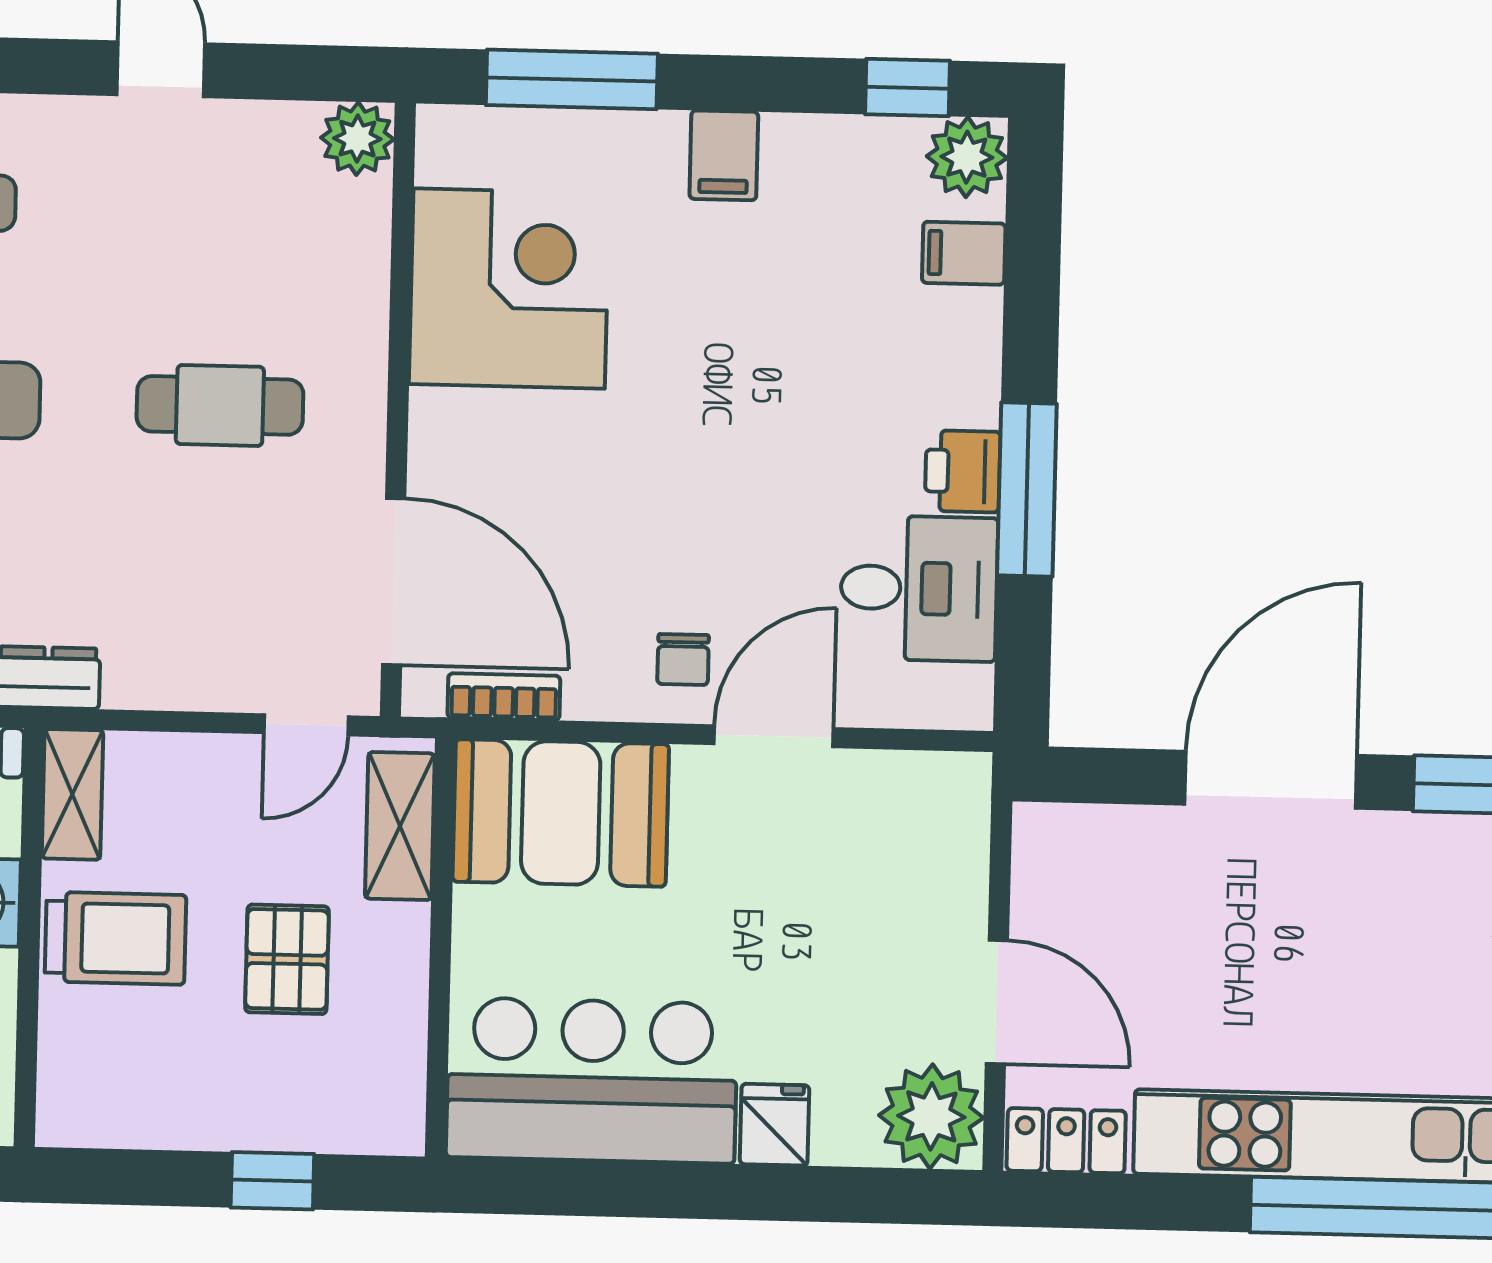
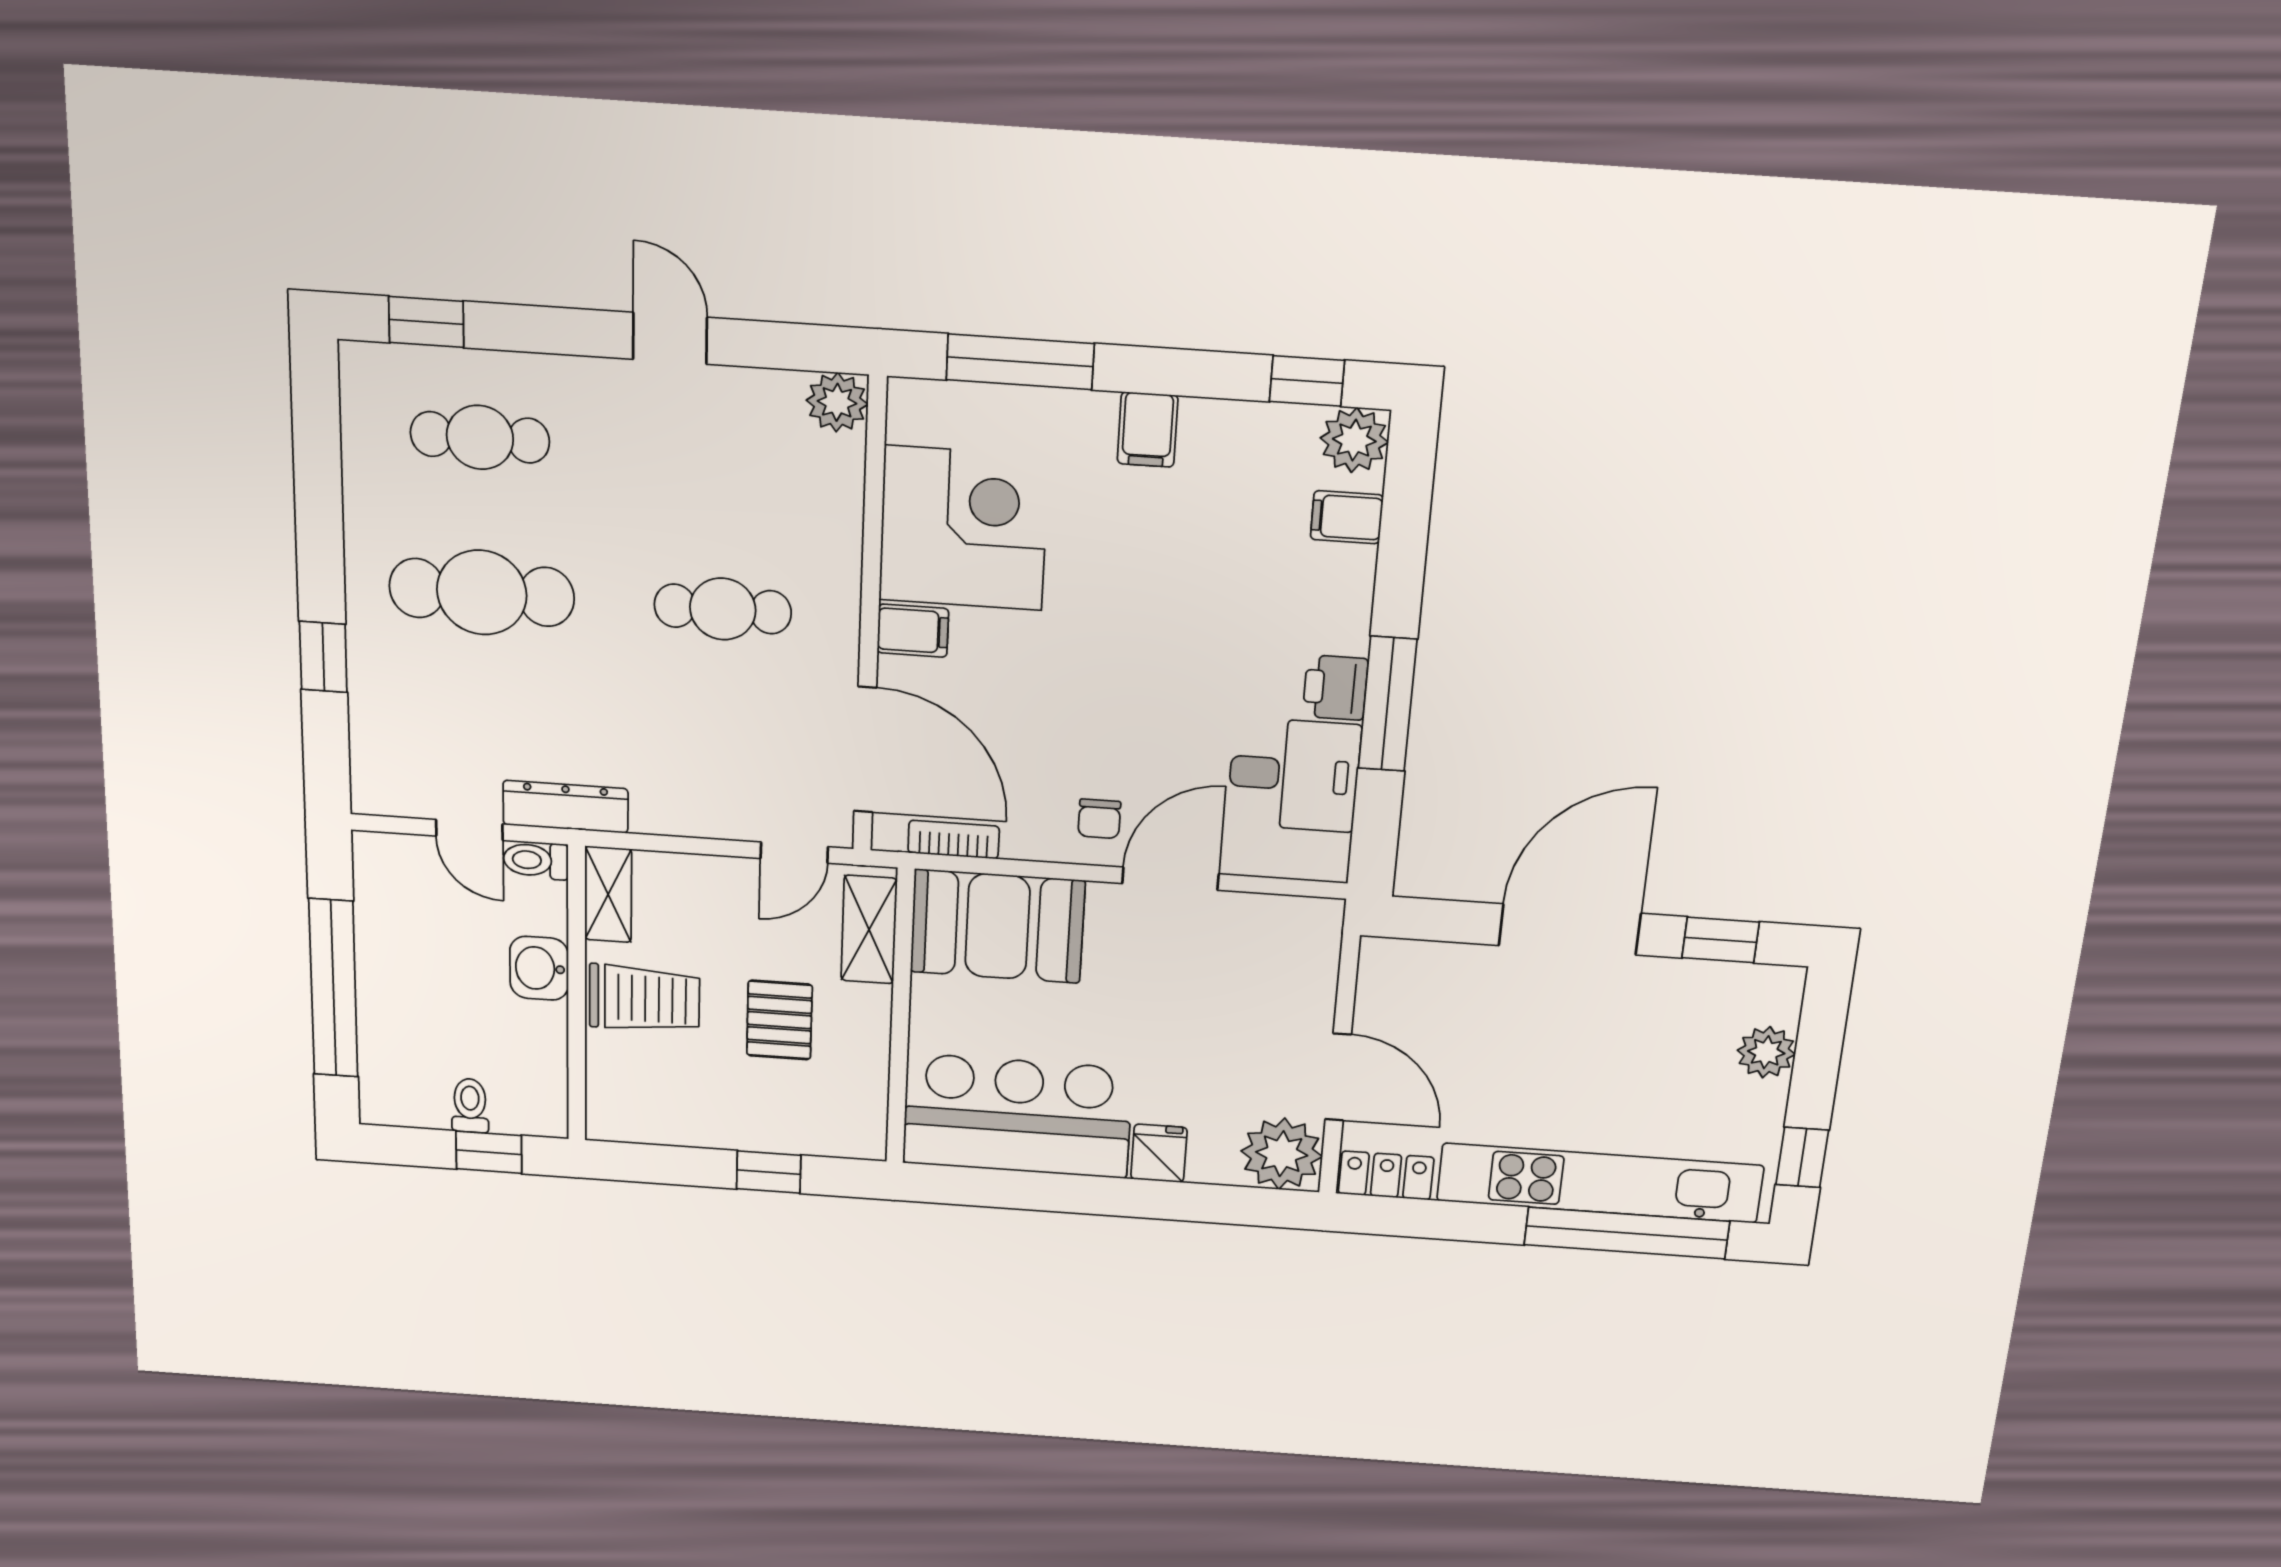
filing cabinet: (450, 422) -> (913, 631), added

